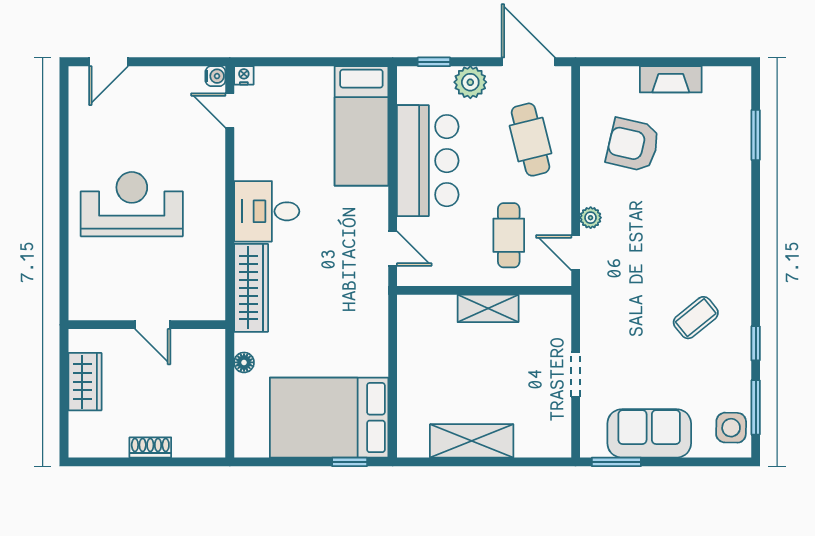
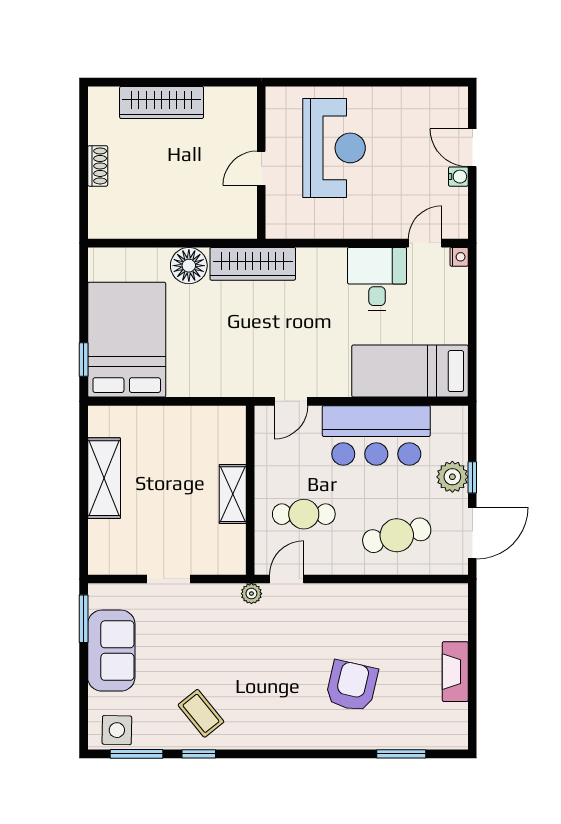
door: (109, 62) -> (472, 148), moved
window: (434, 62) -> (472, 477), moved
water cooler: (215, 76) -> (458, 177), moved, turned -90
armchair: (633, 145) -> (352, 686), moved
desk: (267, 211) -> (377, 279), moved
plant: (591, 218) -> (251, 594), moved
coffee table: (696, 318) -> (201, 713), moved
wall: (147, 325) -> (261, 163), moved
door: (153, 325) -> (261, 168), moved
floor lamp: (244, 362) -> (189, 266), width x1.89, depth x1.89
wardrobe: (85, 382) -> (162, 102), width x1.50

